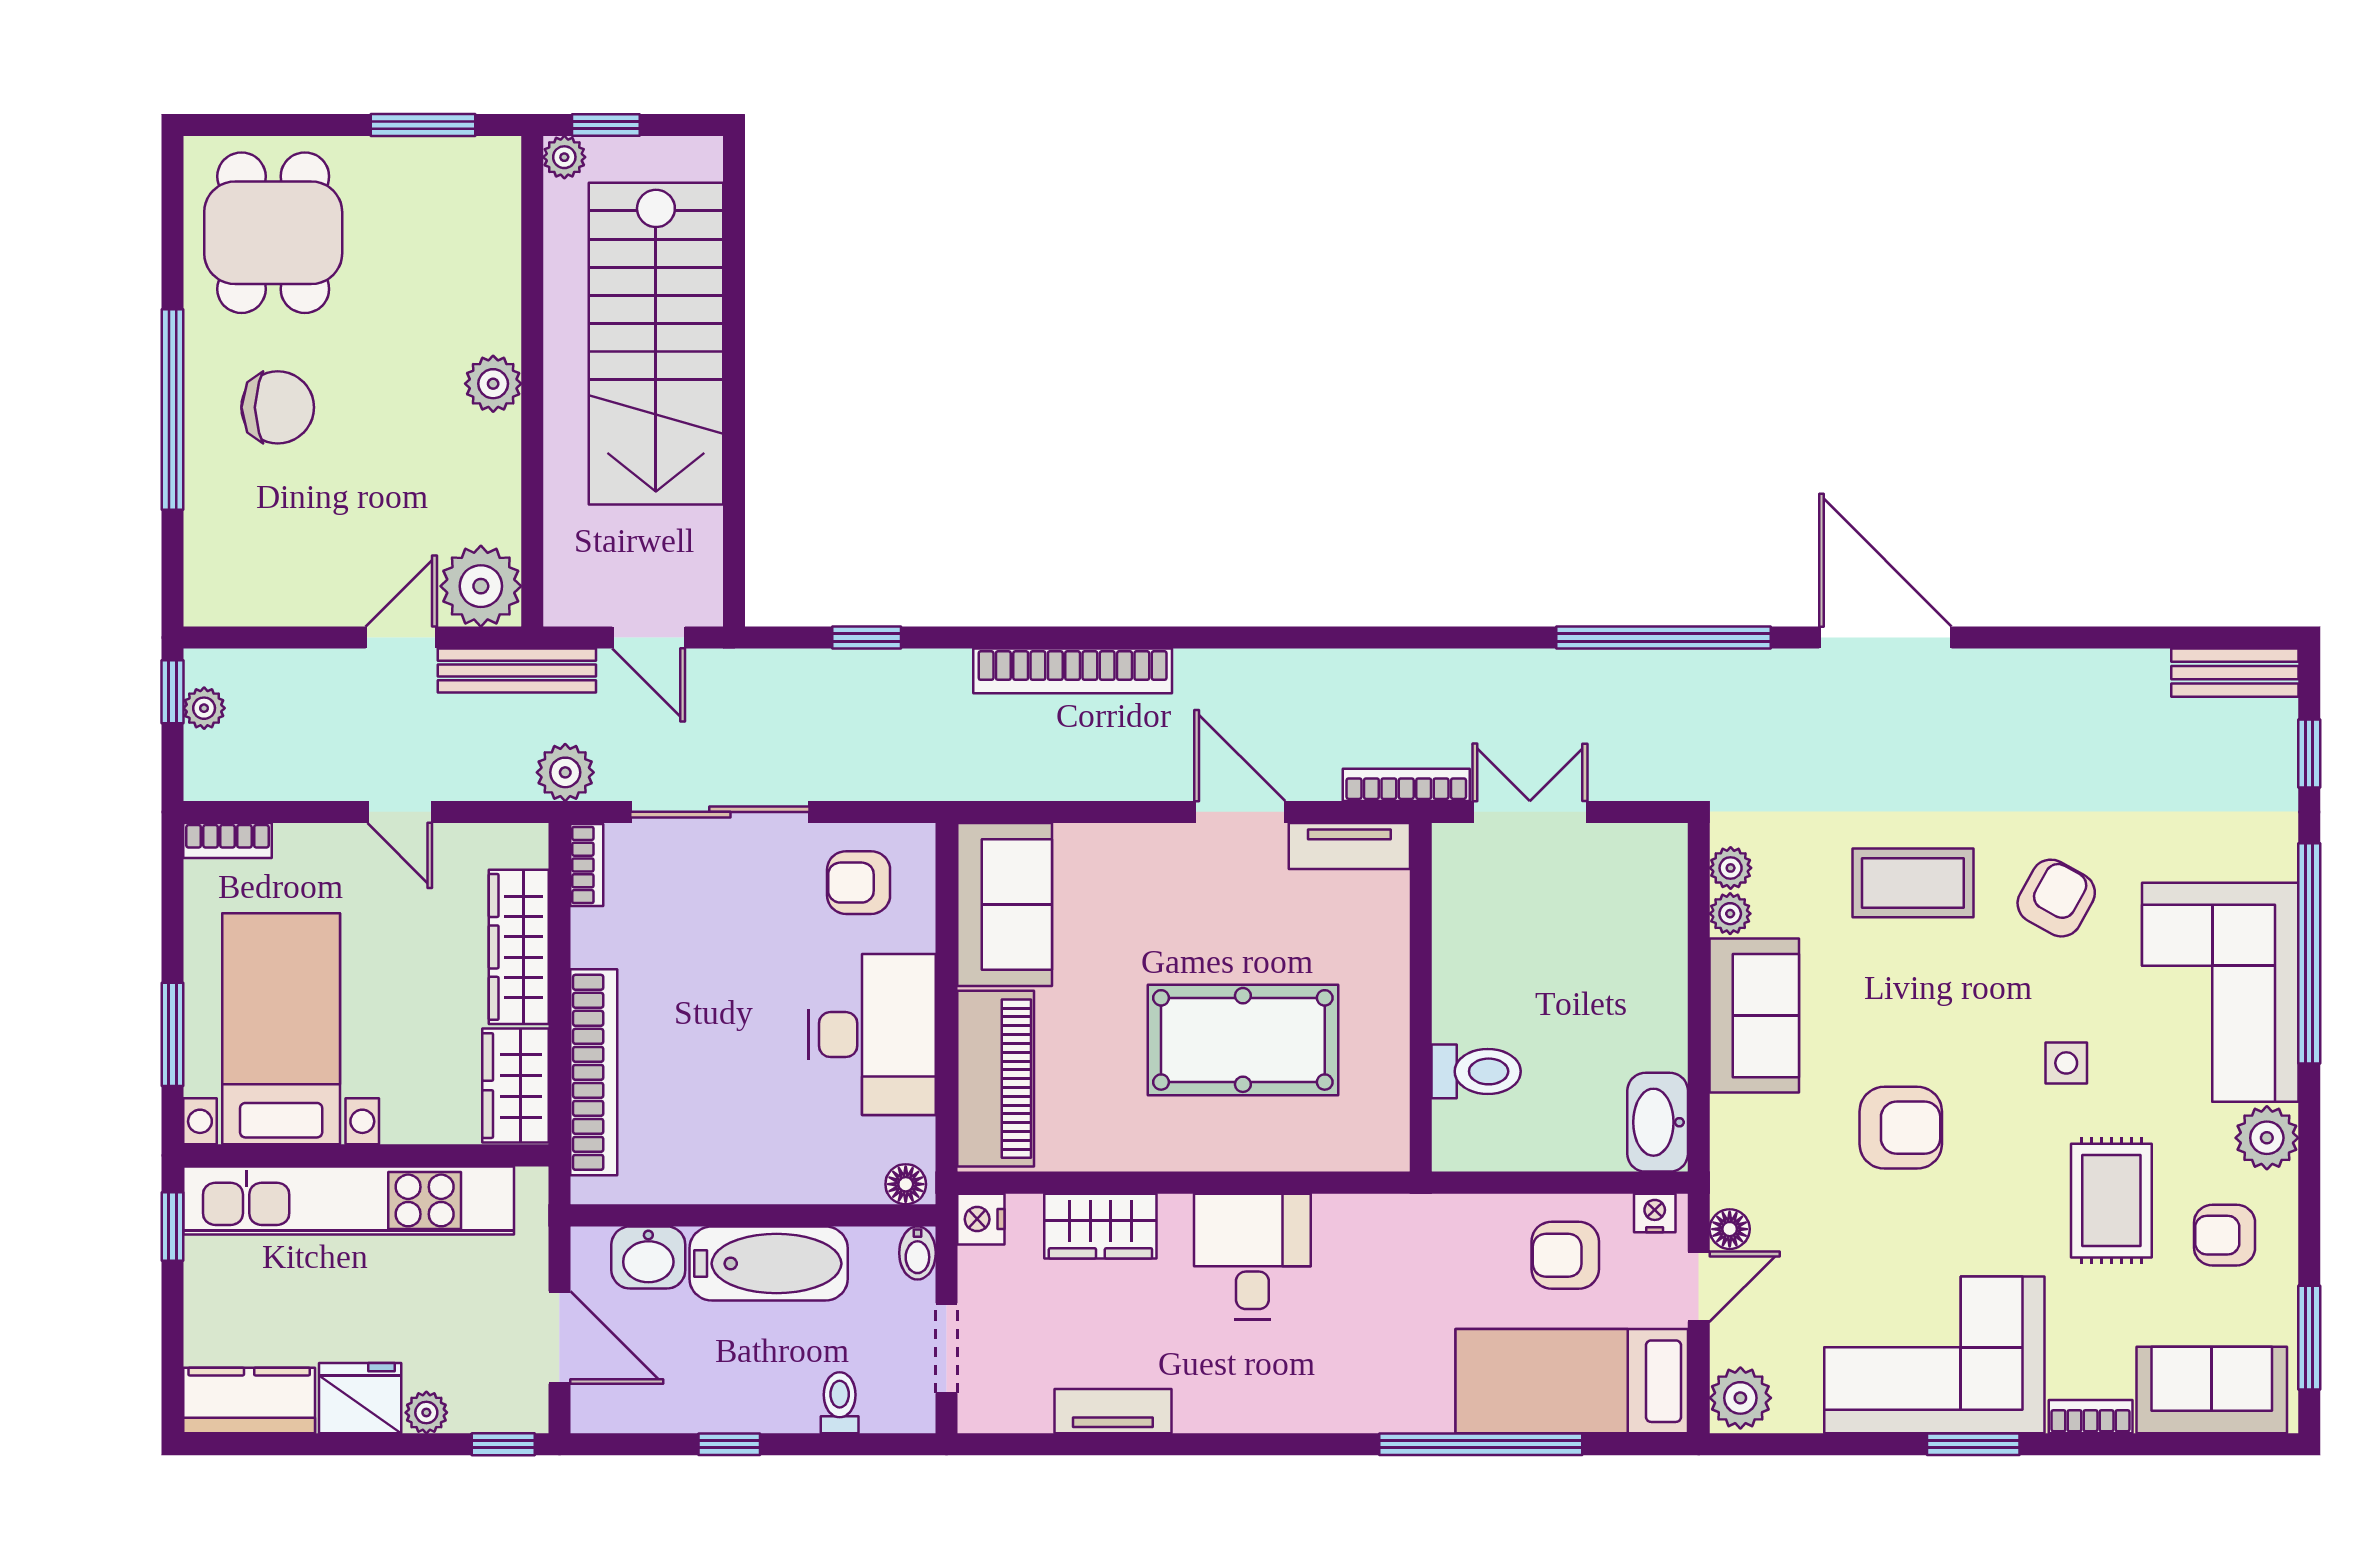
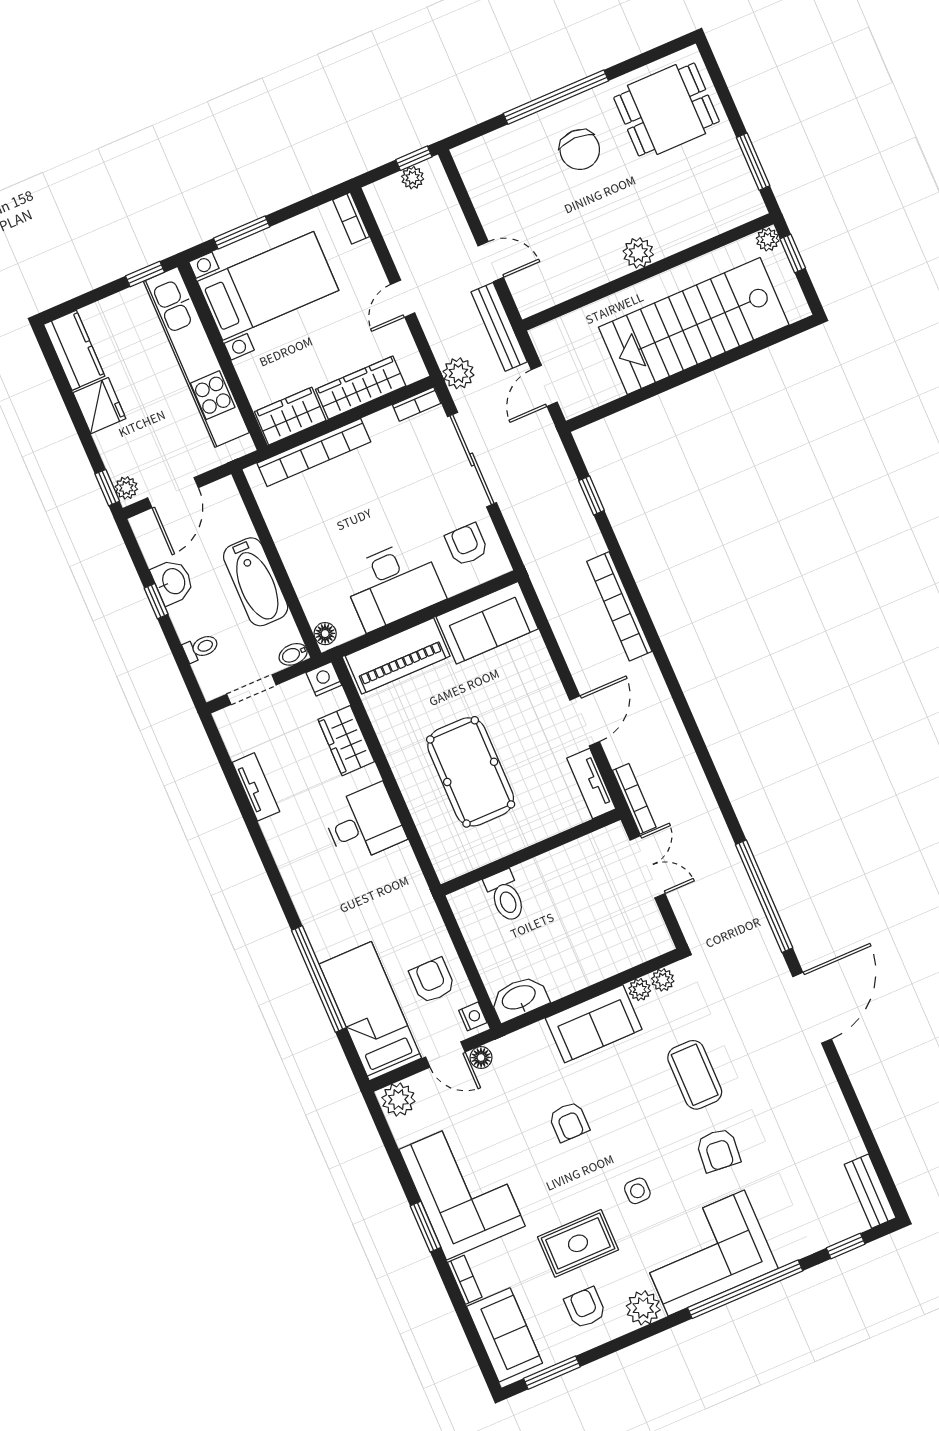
plant: (481, 586) -> (534, 290), removed
armchair: (2056, 898) -> (718, 1150), turned 66
armchair: (1901, 1128) -> (569, 1122), width x0.72, depth x0.72
washbasin: (648, 1257) -> (173, 582), moved, turned 180
plant: (426, 1413) -> (126, 488), moved

